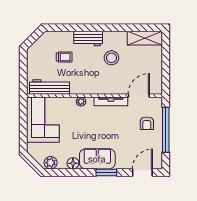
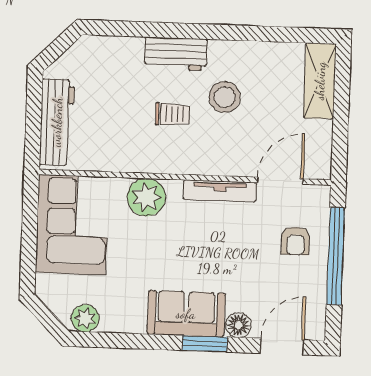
shelving: (145, 38) -> (320, 81), moved, turned 90
trolley: (64, 57) -> (173, 114), moved
workbench: (50, 87) -> (57, 122), moved, turned 90
plant: (81, 101) -> (146, 197), width x1.87, depth x1.87
floor lamp: (73, 163) -> (238, 325), moved

